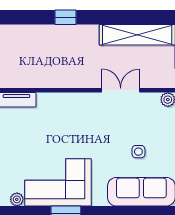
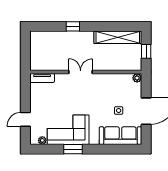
double door: (121, 90) -> (81, 72), moved

